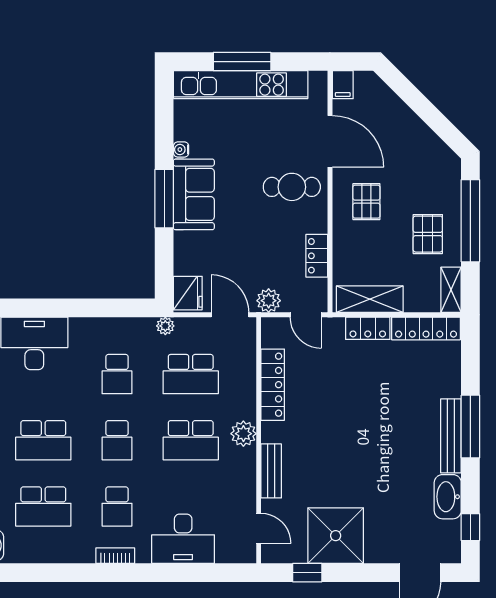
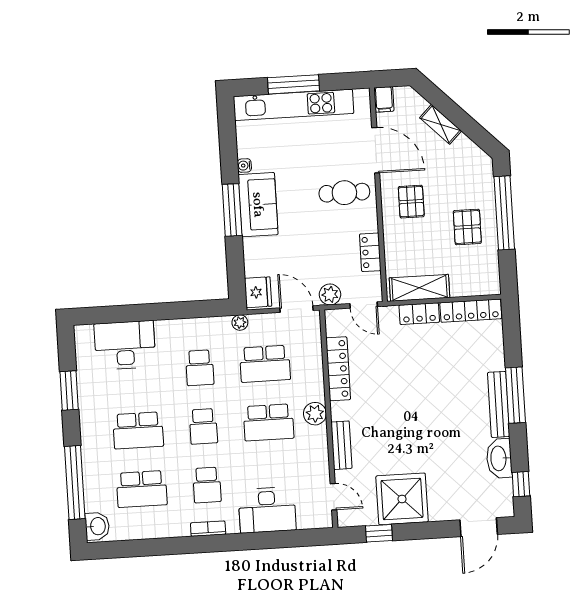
shelving: (451, 290) -> (441, 124), moved, turned -45

